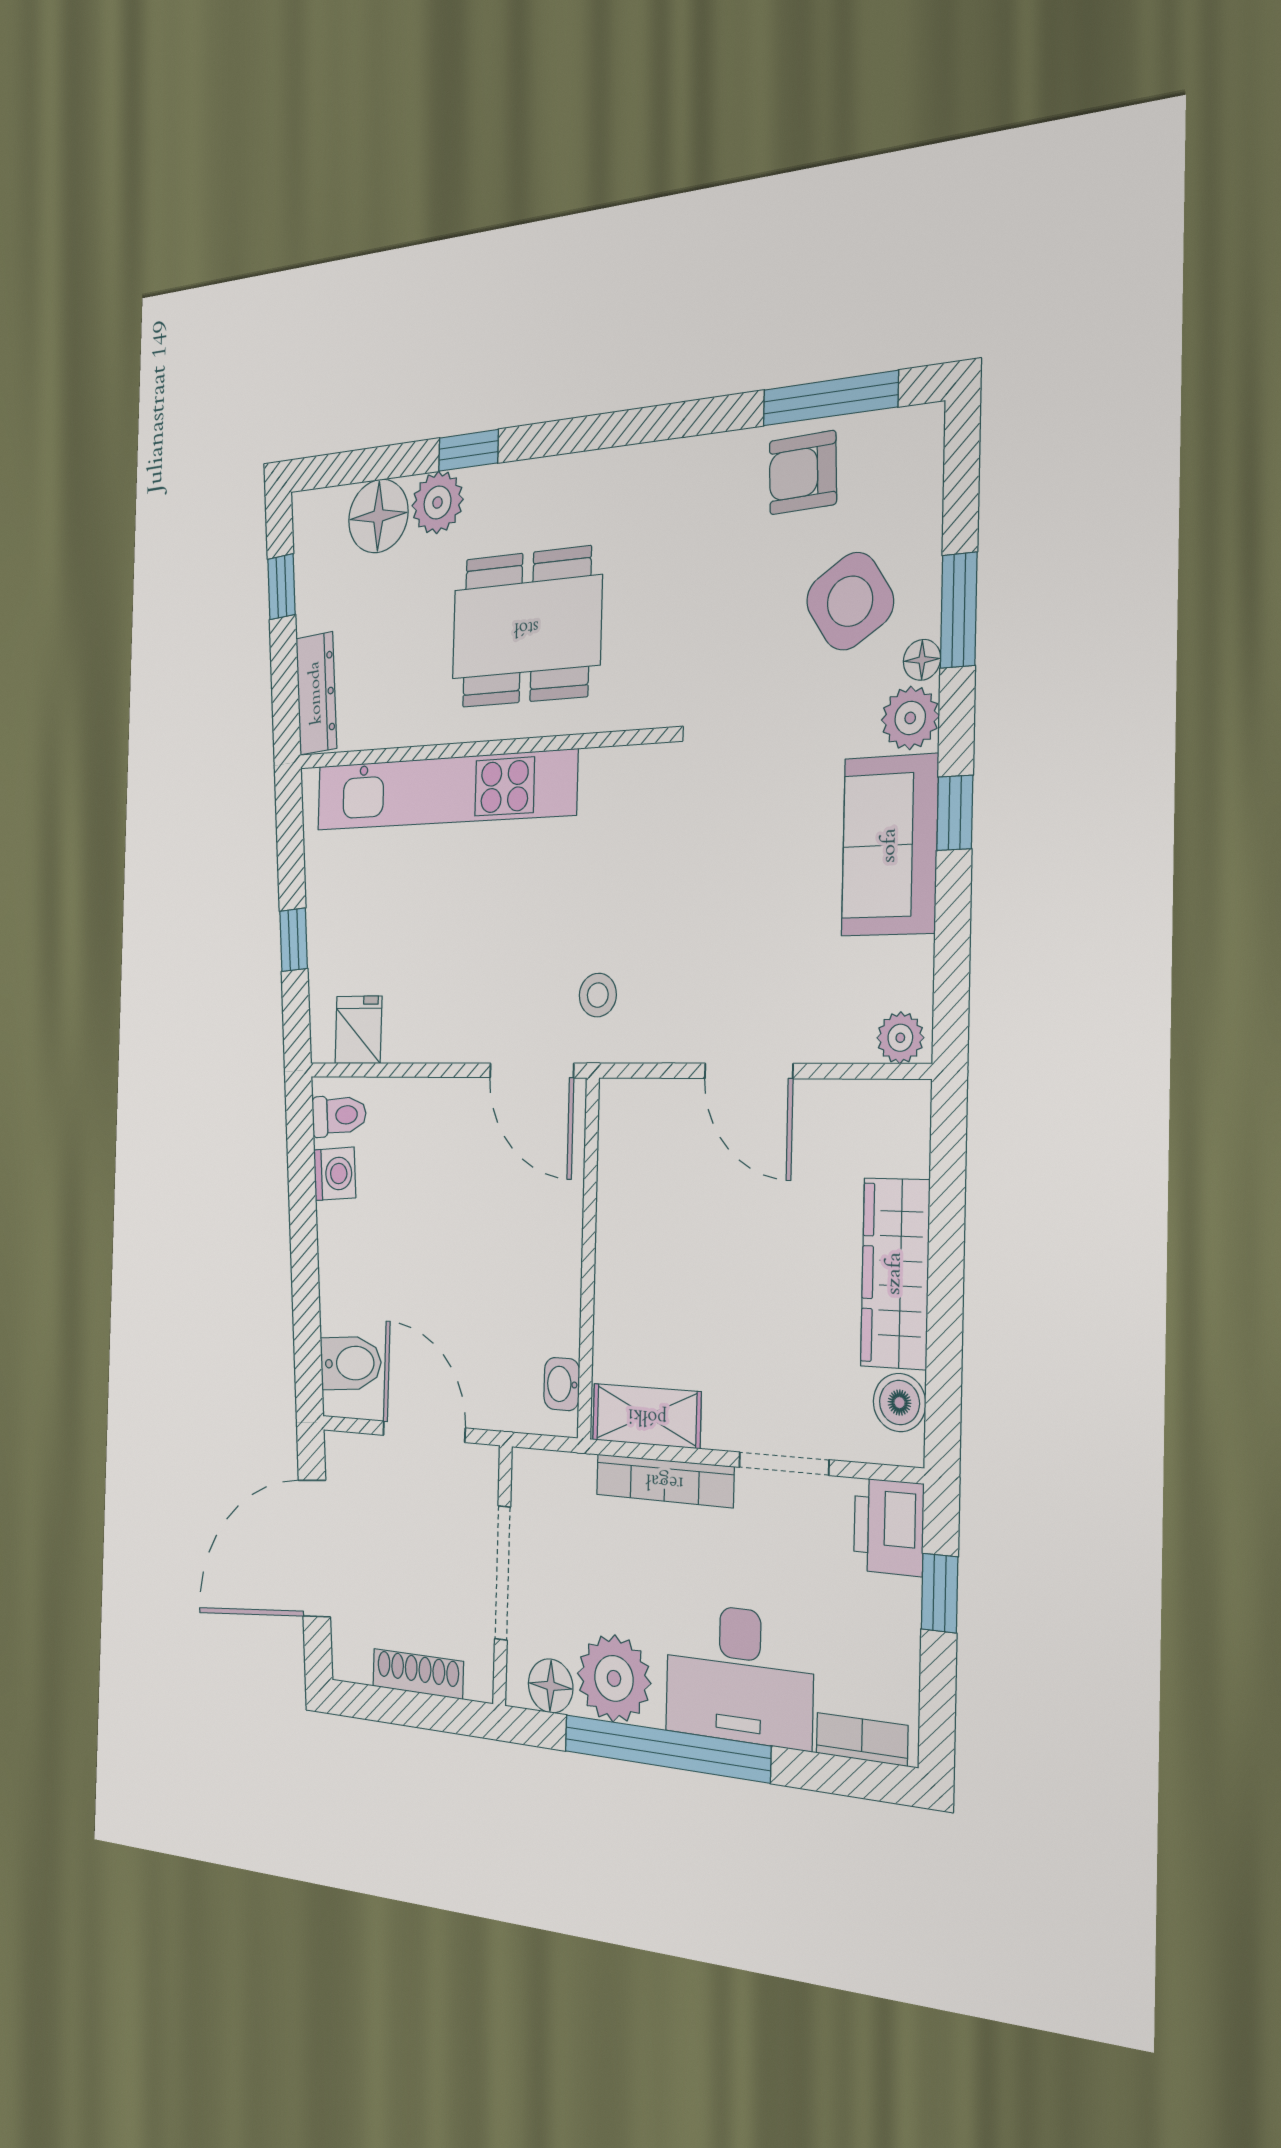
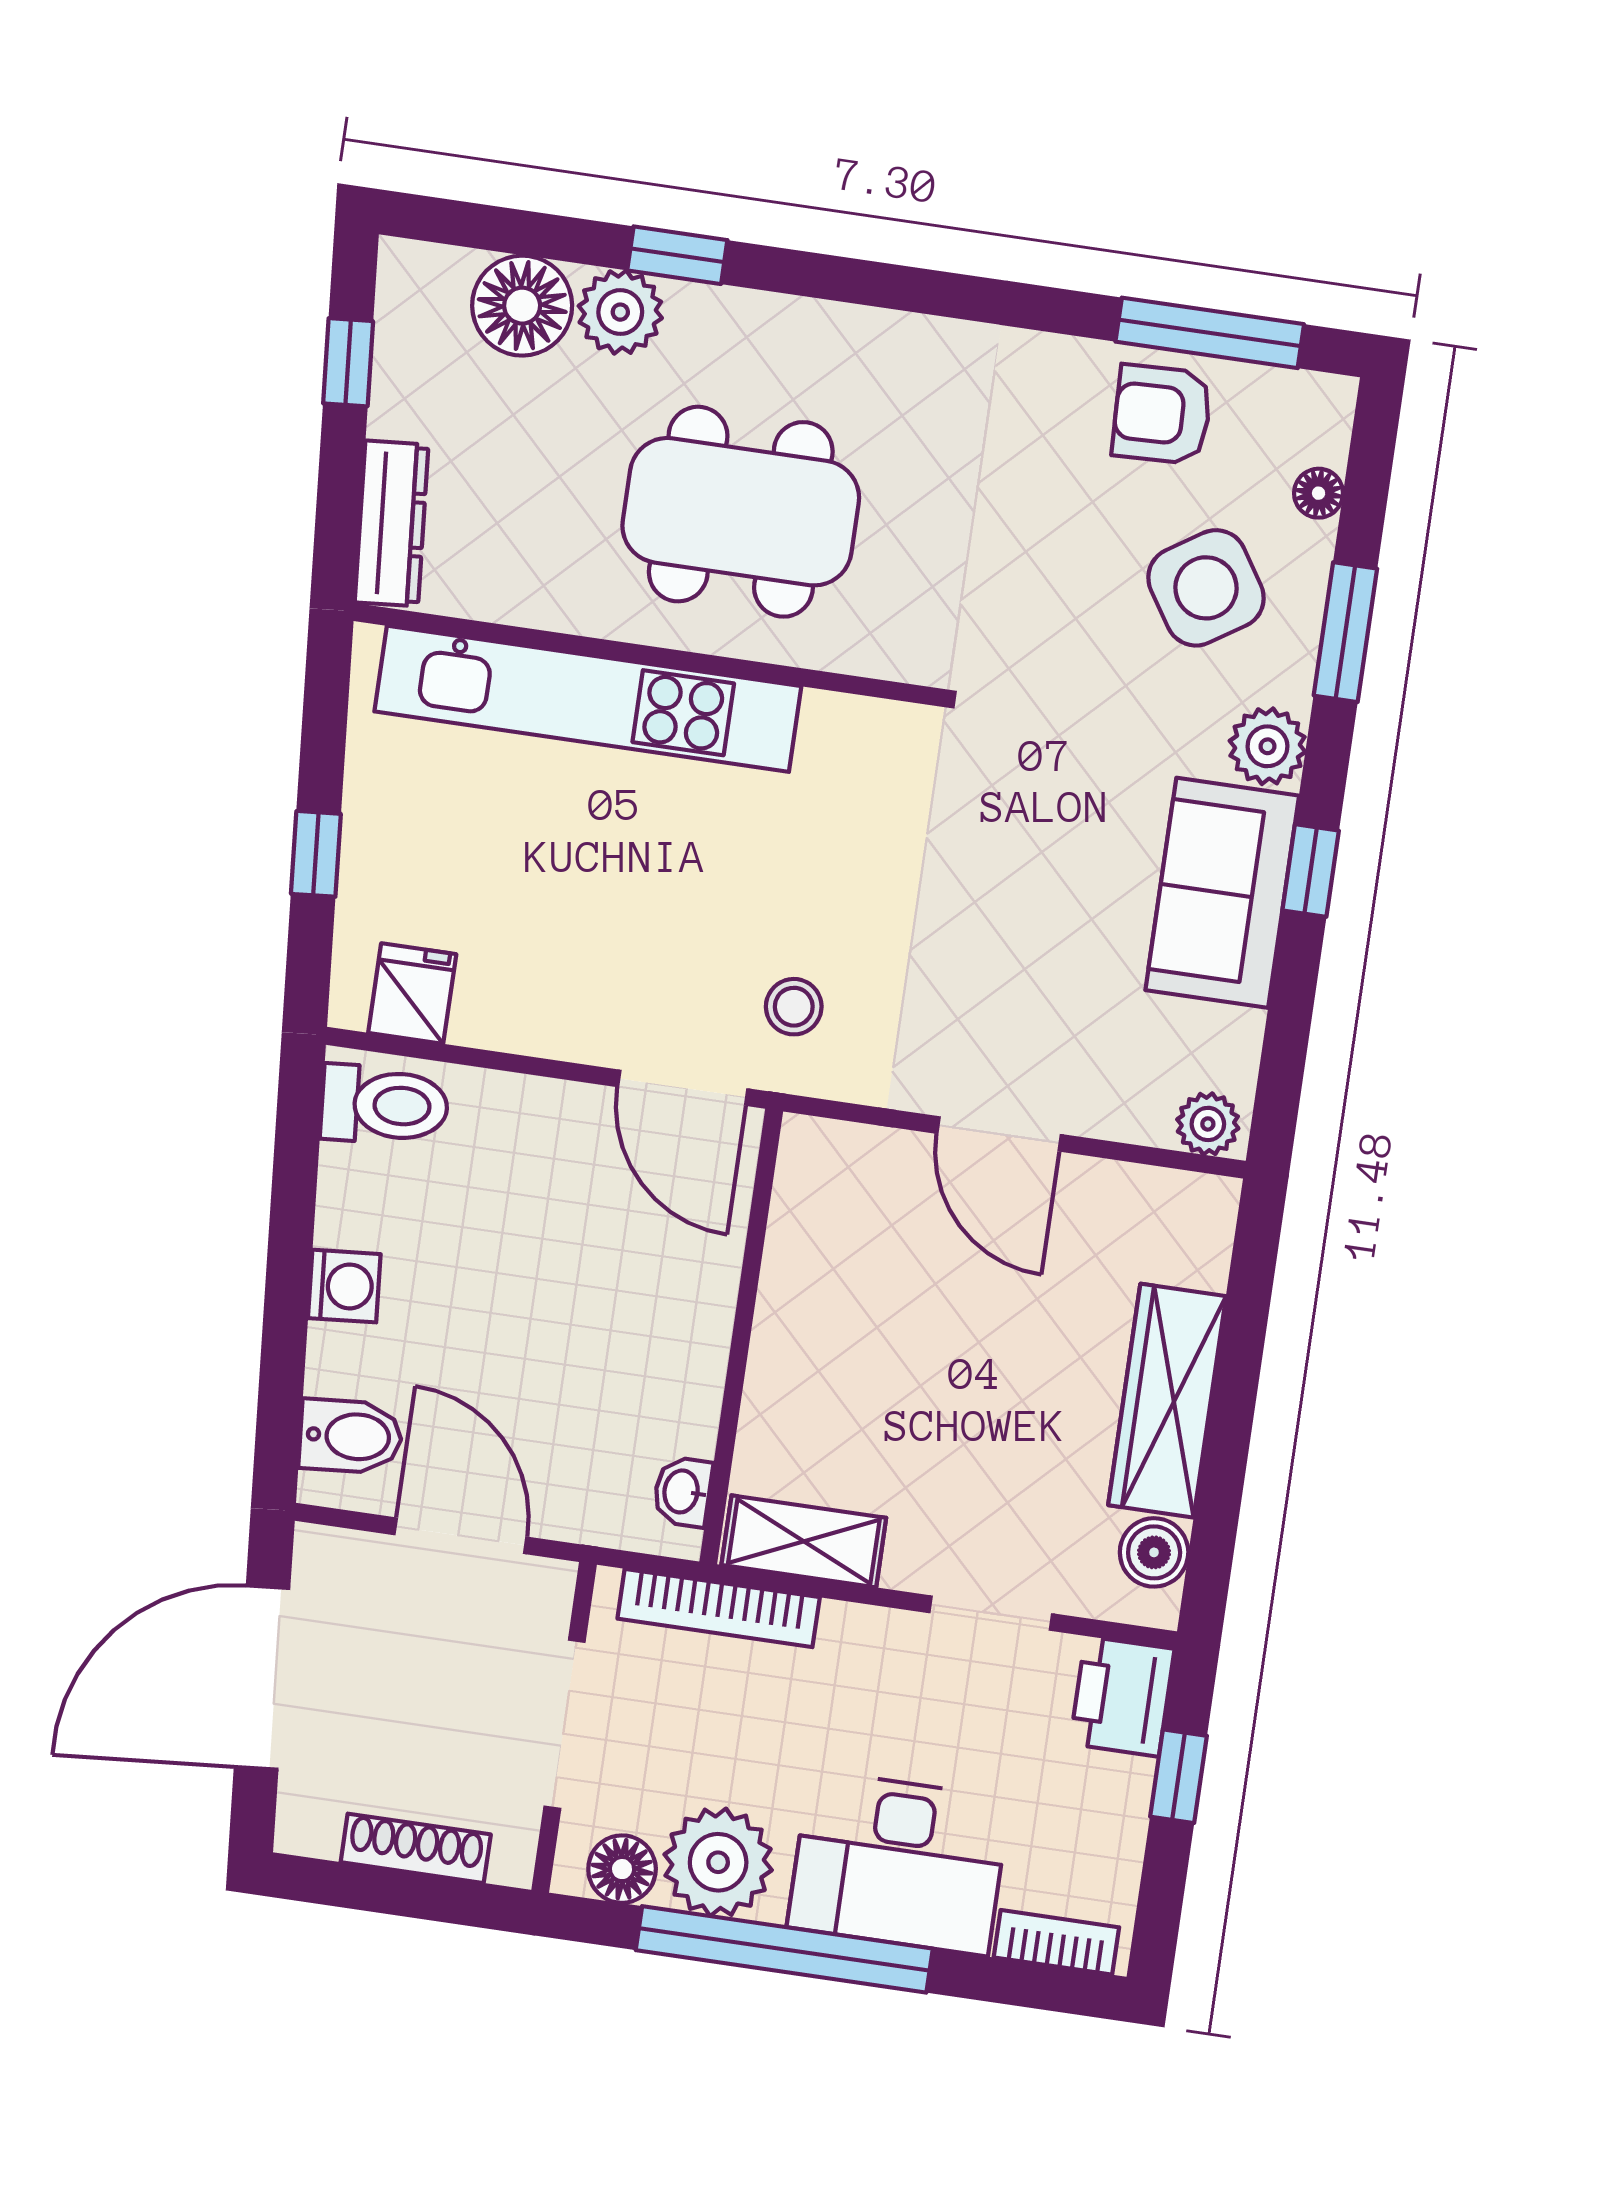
floor lamp: (922, 660) -> (1318, 493), moved
toilet: (339, 1115) -> (385, 1105), width x1.37, depth x1.39
washing machine: (335, 1174) -> (344, 1286), moved
bookcase: (665, 1481) -> (719, 1608), moved

